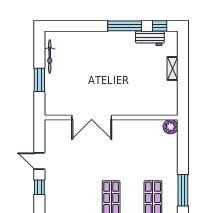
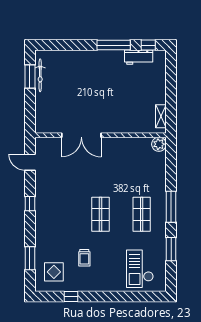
shelving: (173, 69) -> (161, 116), moved
window: (39, 80) -> (30, 77), moved
door: (39, 161) -> (30, 162), moved

